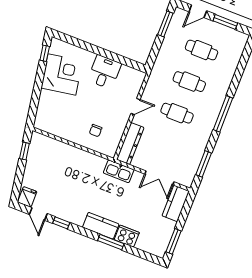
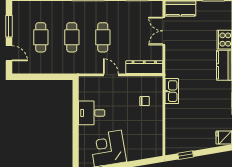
window: (165, 24) -> (31, 77), removed
kitchen sink: (119, 171) -> (172, 91), moved
double door: (159, 178) -> (164, 31), swing flipped

